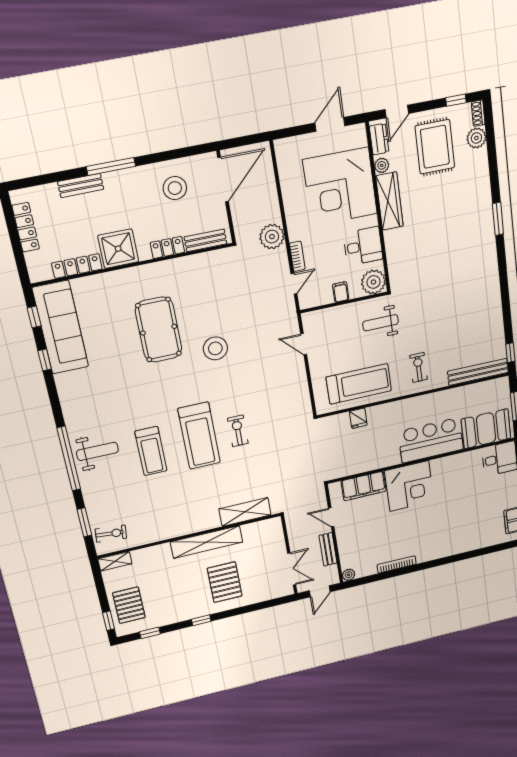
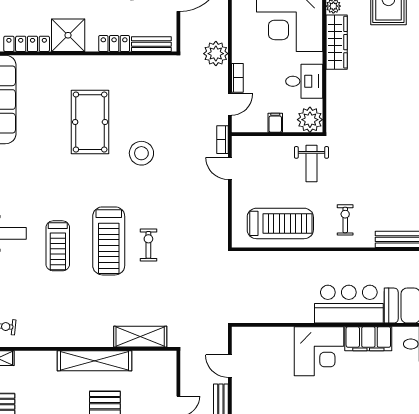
bookcase: (292, 319) -> (223, 140), added
weight bench: (380, 323) -> (311, 163), turned -90
fridge: (358, 418) -> (275, 261), removed
filing cabinet: (364, 486) -> (368, 339), moved

